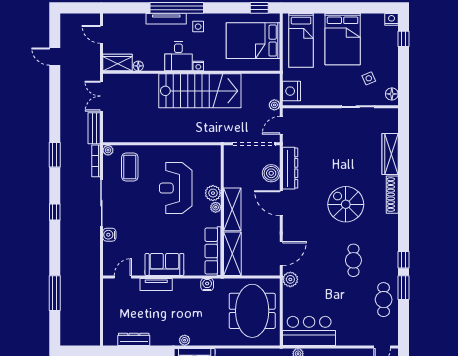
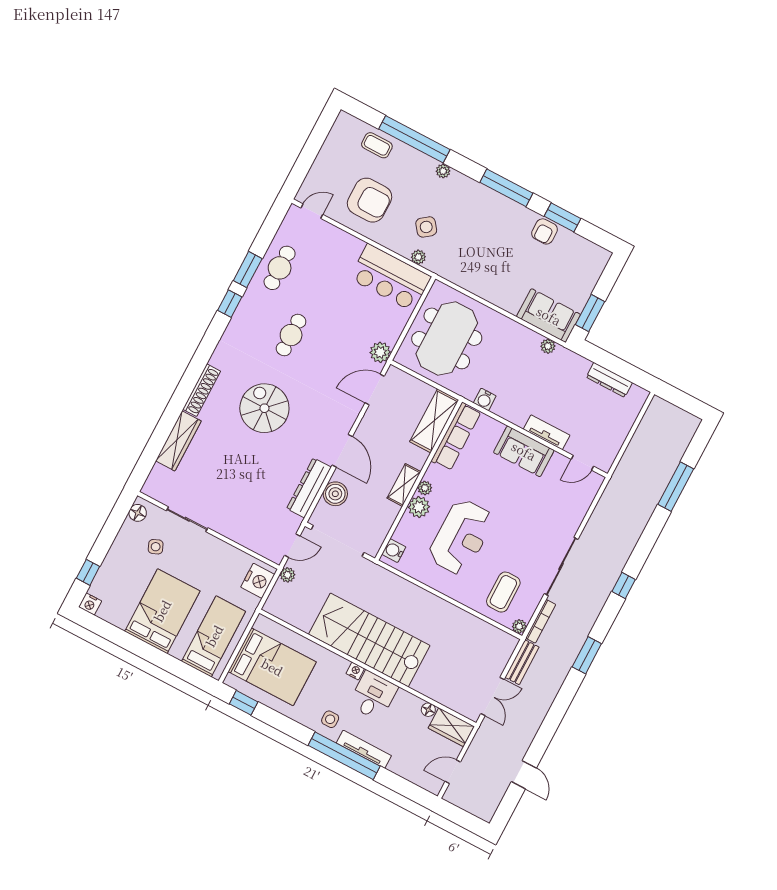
door: (101, 34) -> (453, 772), swing flipped
spiral stairs: (346, 204) -> (264, 408), turned 180
shelving: (232, 209) -> (404, 485), width x0.67, depth x0.75
water cooler: (109, 235) -> (394, 551), moved, turned 180

